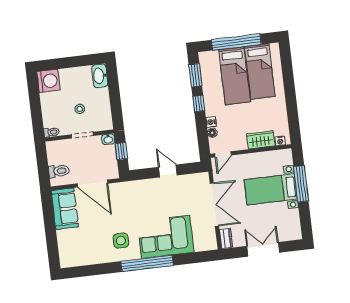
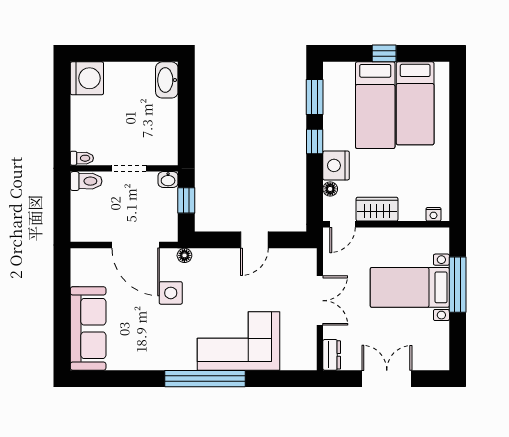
window: (236, 42) -> (384, 53), width x0.32
stool: (80, 109) -> (130, 128), removed
nightstand: (211, 122) -> (336, 165), width x1.89, depth x1.79
wardrobe: (261, 140) -> (377, 209), moved
toilet: (59, 171) -> (86, 181), moved
door: (168, 171) -> (254, 240), swing flipped
floor lamp: (124, 186) -> (184, 255), added
double door: (214, 205) -> (320, 301), width x0.73
sofa: (65, 209) -> (88, 329), moved, width x1.36
side table: (121, 241) -> (171, 293), moved

